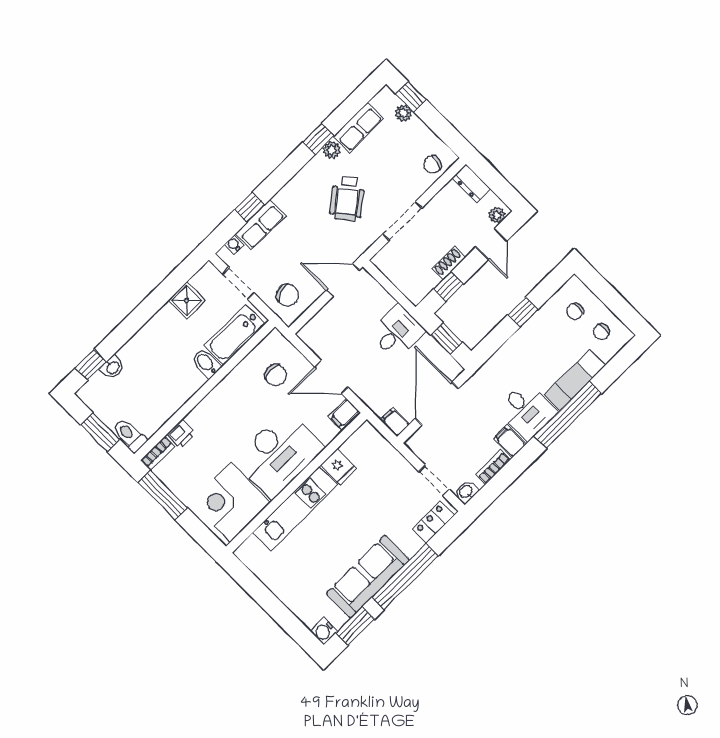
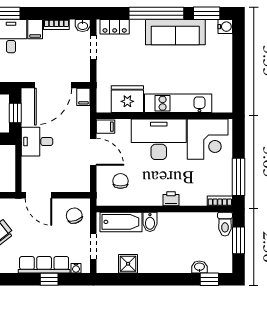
row of seats: (261, 225) -> (44, 265), width x1.48
printer: (181, 434) -> (171, 199), moved
fridge: (339, 467) -> (127, 99), width x1.88, depth x1.34

